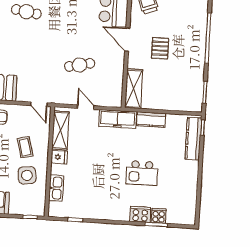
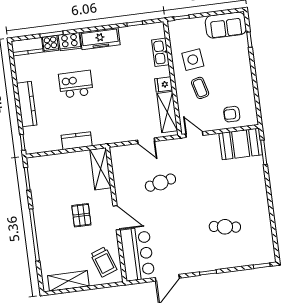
freezer: (118, 119) -> (100, 39), moved, turned 180
kitchen counter: (193, 139) -> (27, 104), moved
kitchen counter: (181, 217) -> (27, 47), added

